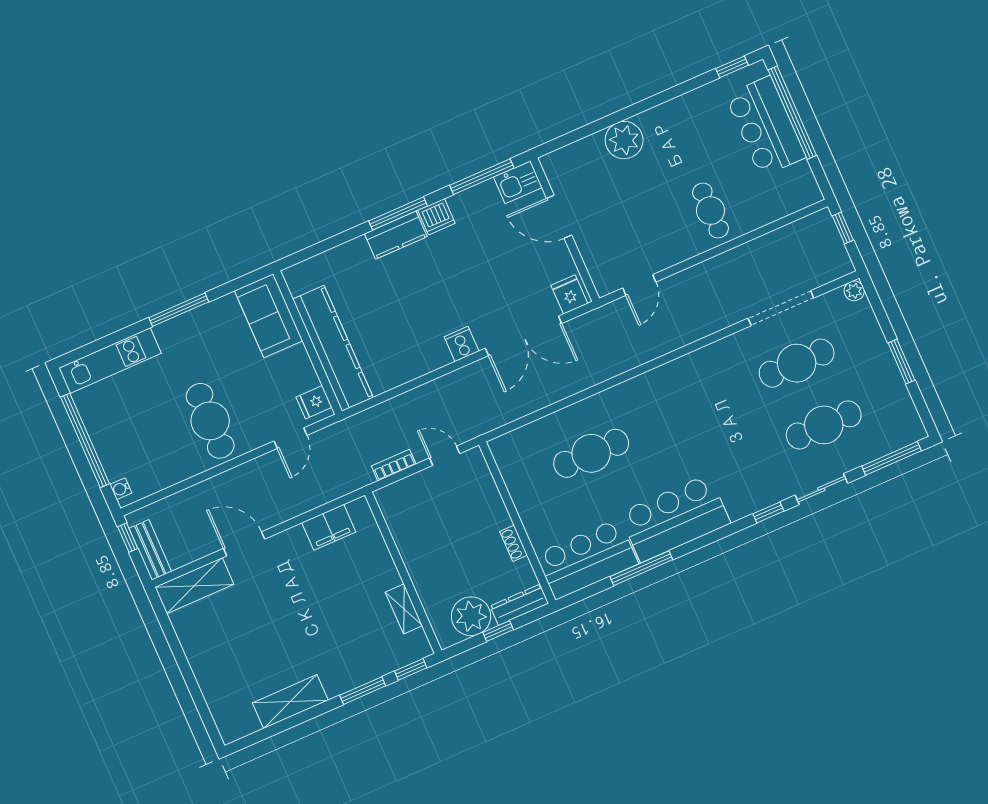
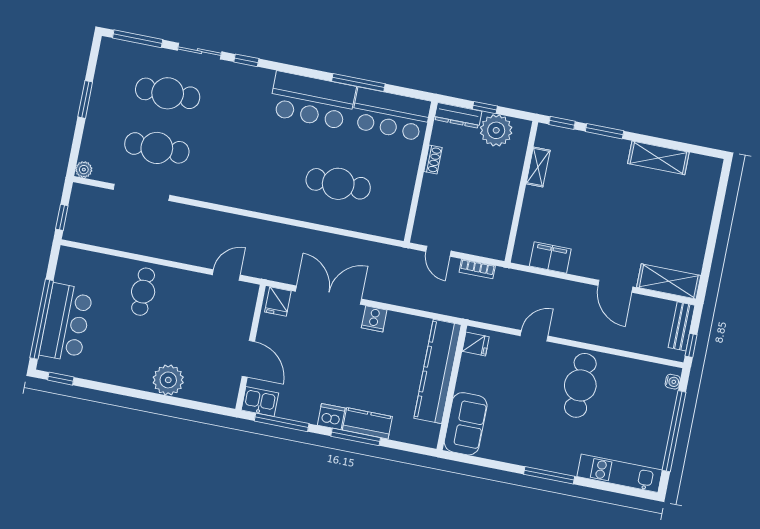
sofa: (269, 316) -> (466, 424), moved
wall: (308, 343) -> (452, 387), moved
kitchen counter: (333, 348) -> (438, 371), moved
fridge: (314, 402) -> (476, 344), moved

